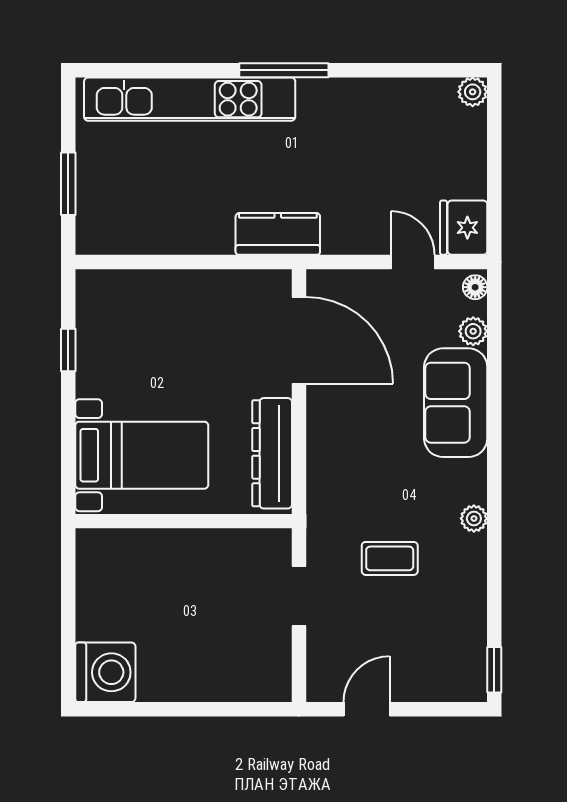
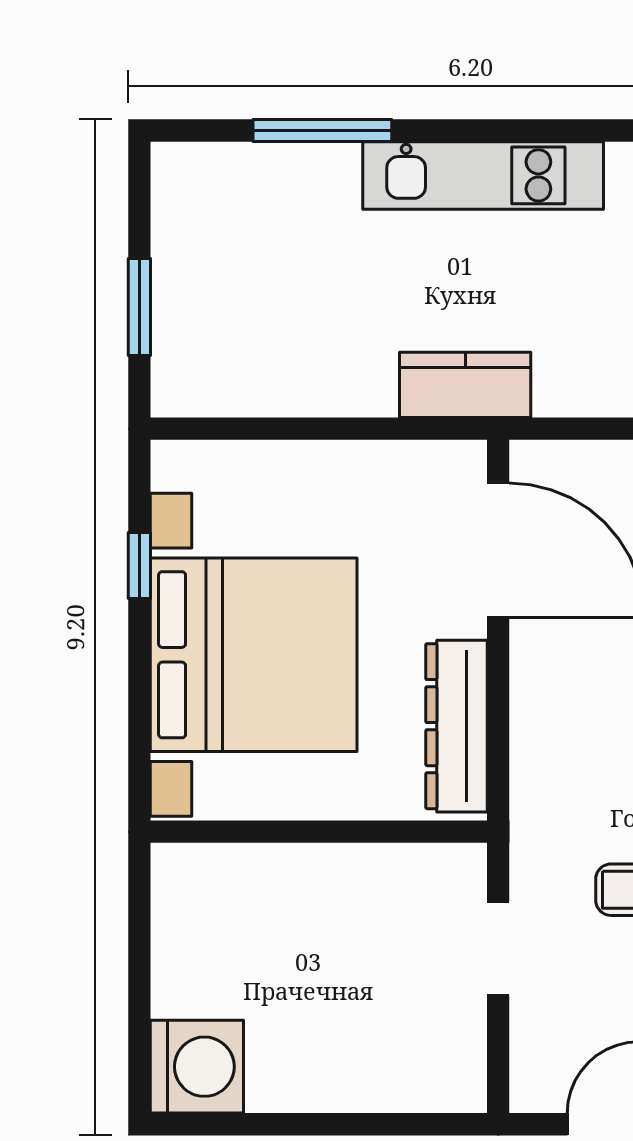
window: (284, 70) -> (322, 130), moved
kitchen unit: (190, 99) -> (483, 175), moved, width x0.73
bed with nightstands: (142, 455) -> (254, 655), width x1.85

